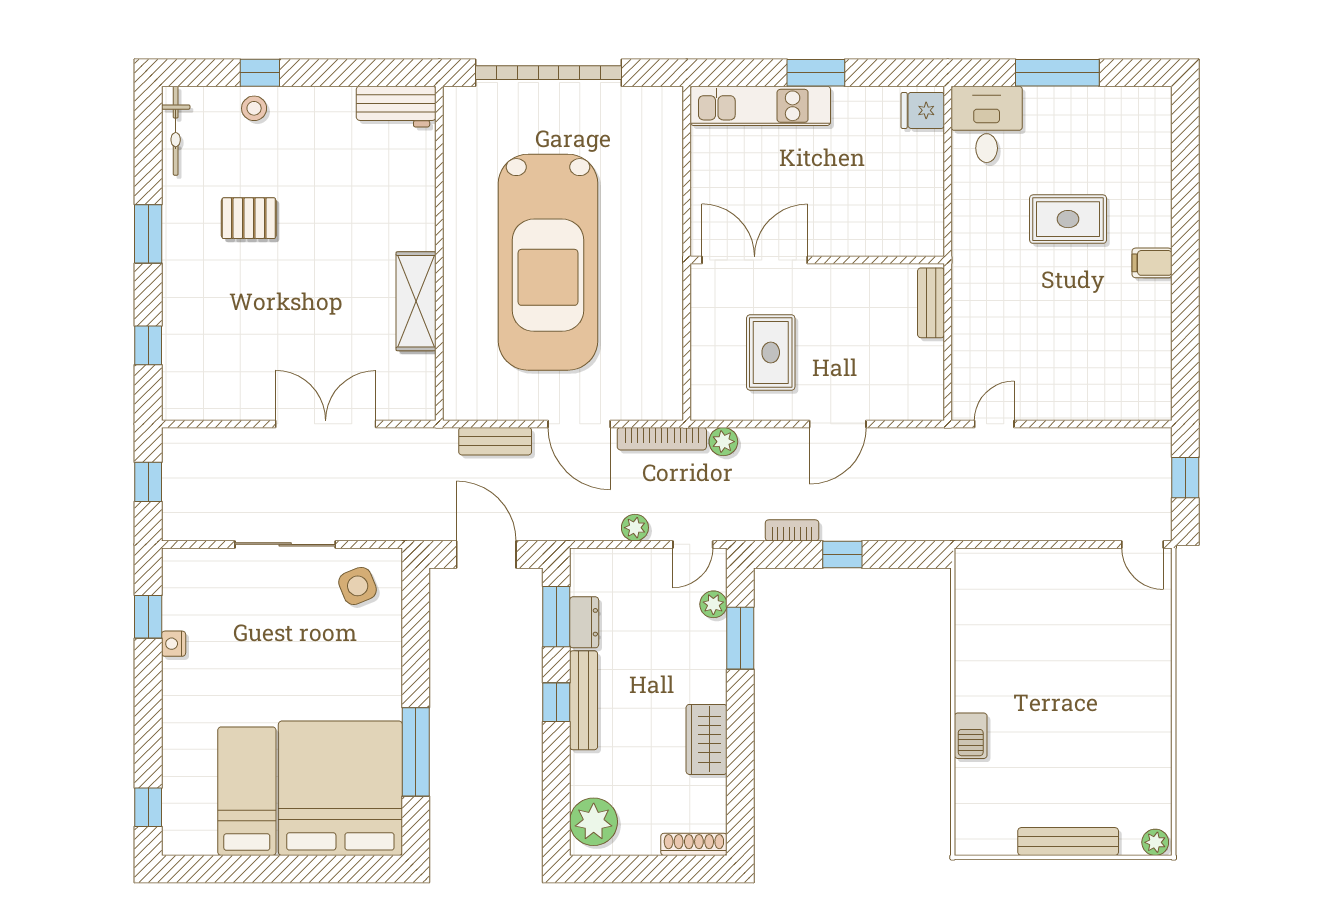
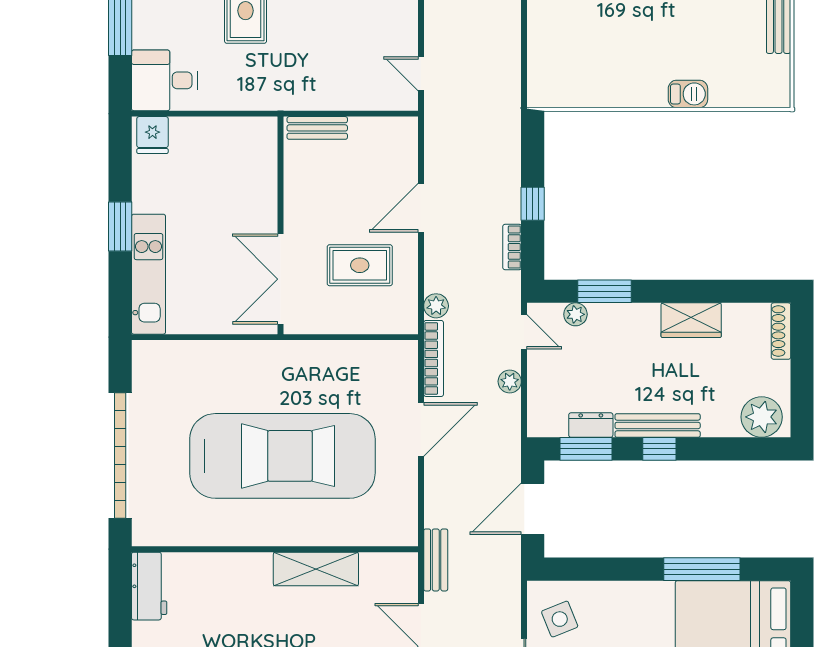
door: (838, 424) -> (421, 208), swing flipped
bench: (495, 441) -> (436, 560), moved

